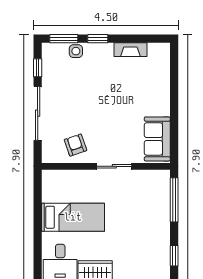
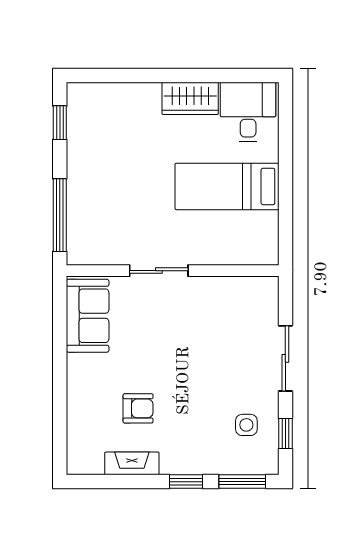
side table: (76, 51) -> (246, 425), moved
sliding door: (38, 113) -> (285, 358), width x0.73
armchair: (75, 145) -> (138, 408), moved, turned -71

